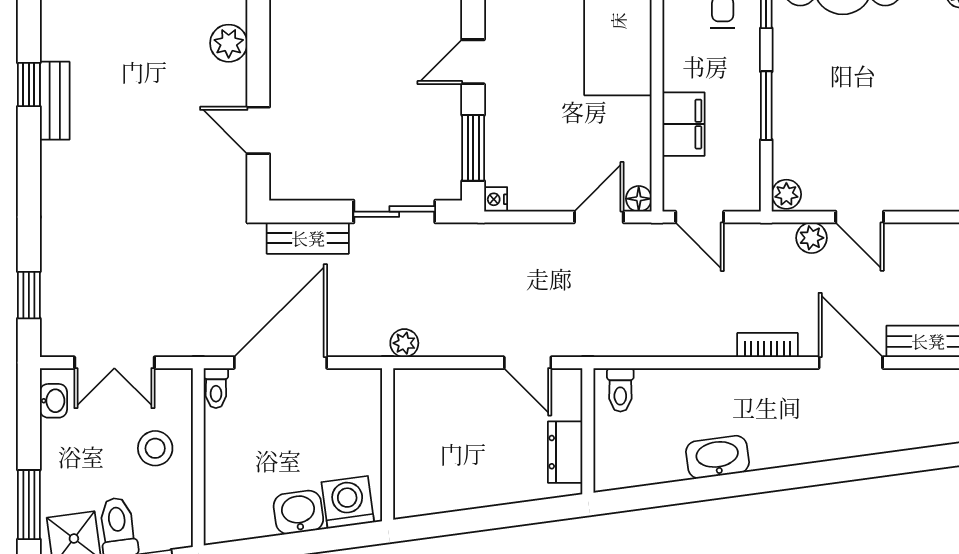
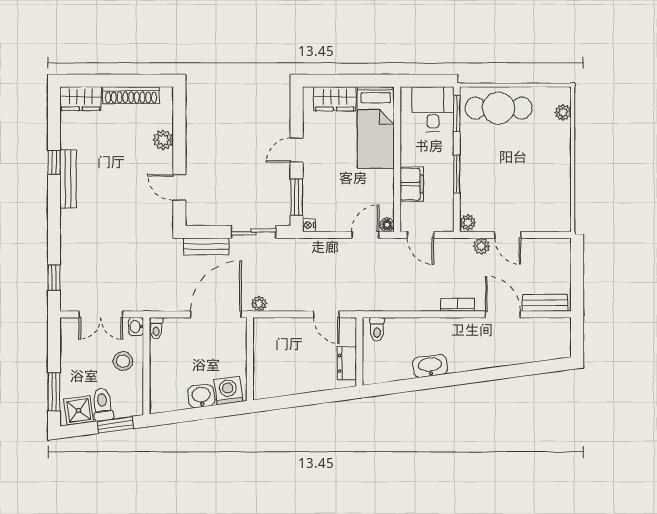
bench: (55, 101) -> (68, 179), width x1.36
door: (280, 363) -> (216, 314), moved
washbasin: (53, 401) -> (136, 327), moved, turned 180

